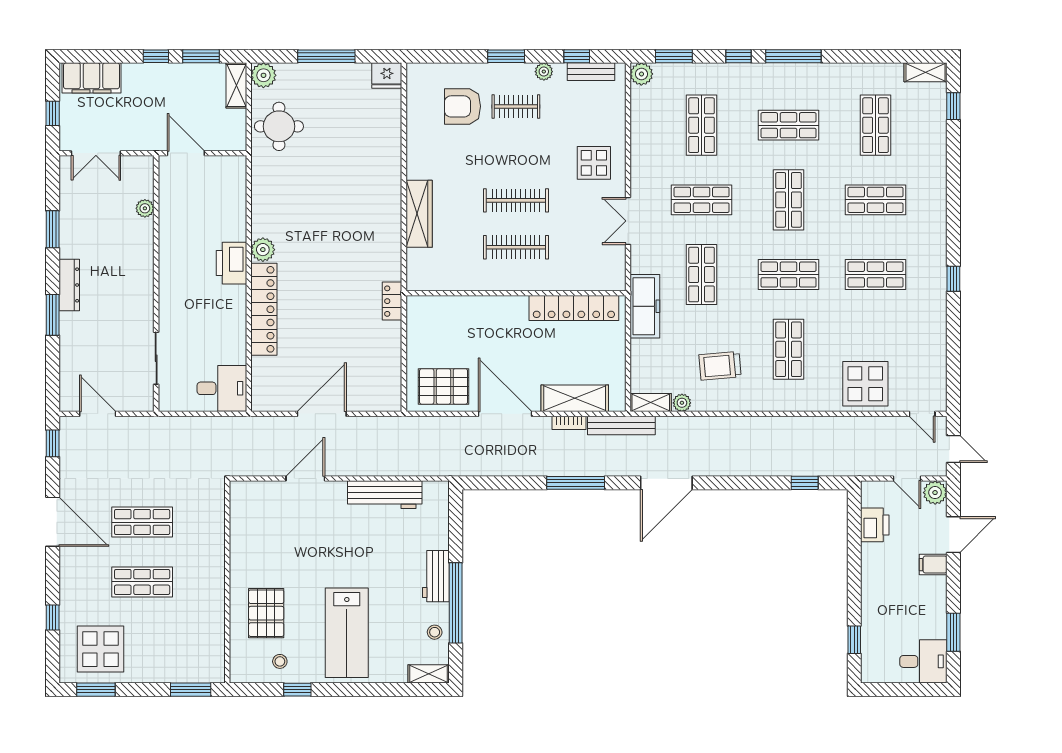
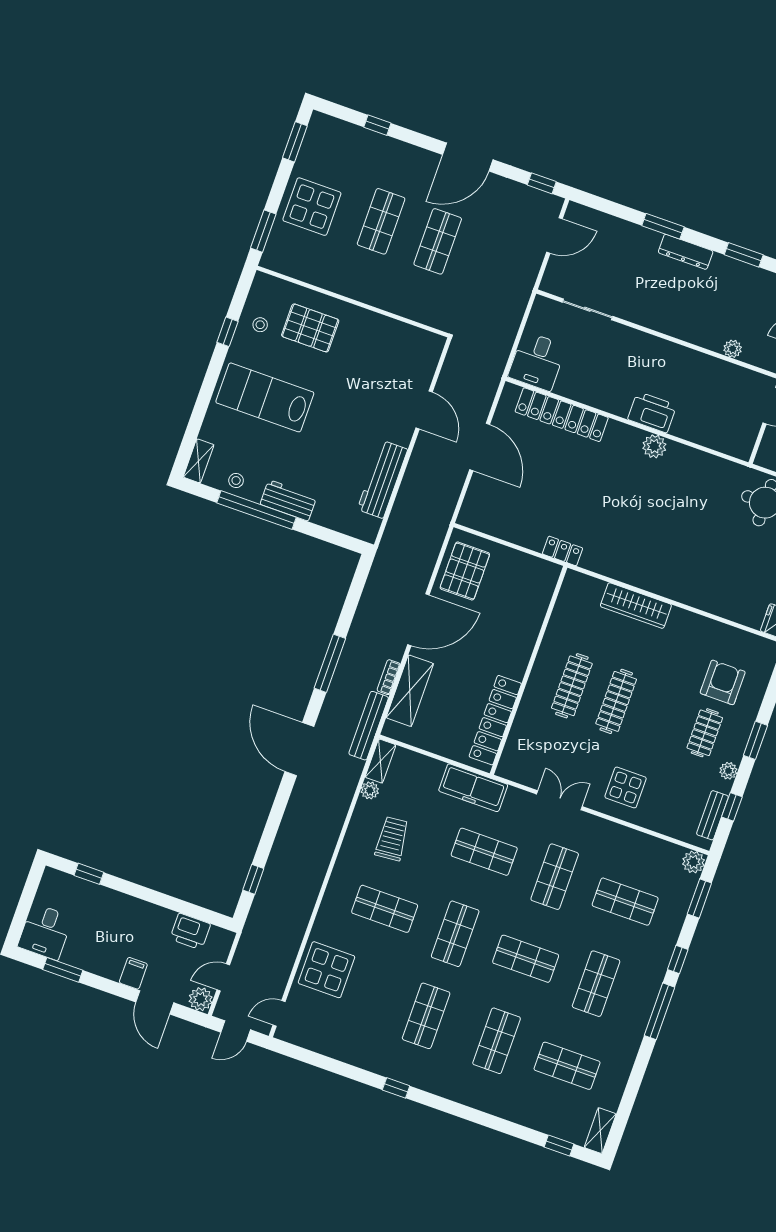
locker: (264, 309) -> (562, 415), moved
display table: (101, 649) -> (312, 207), moved

